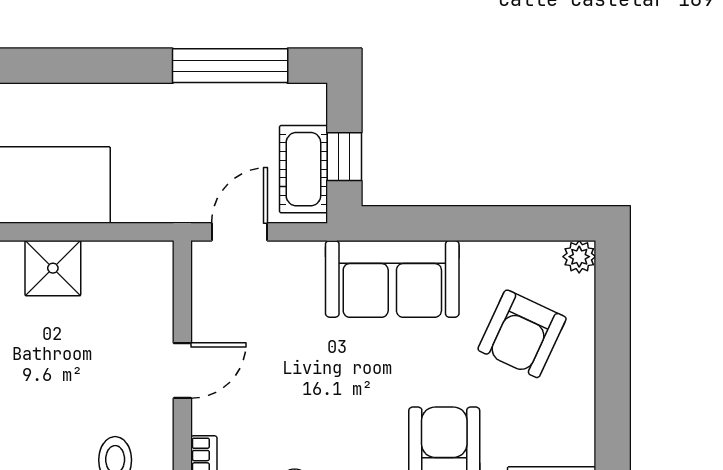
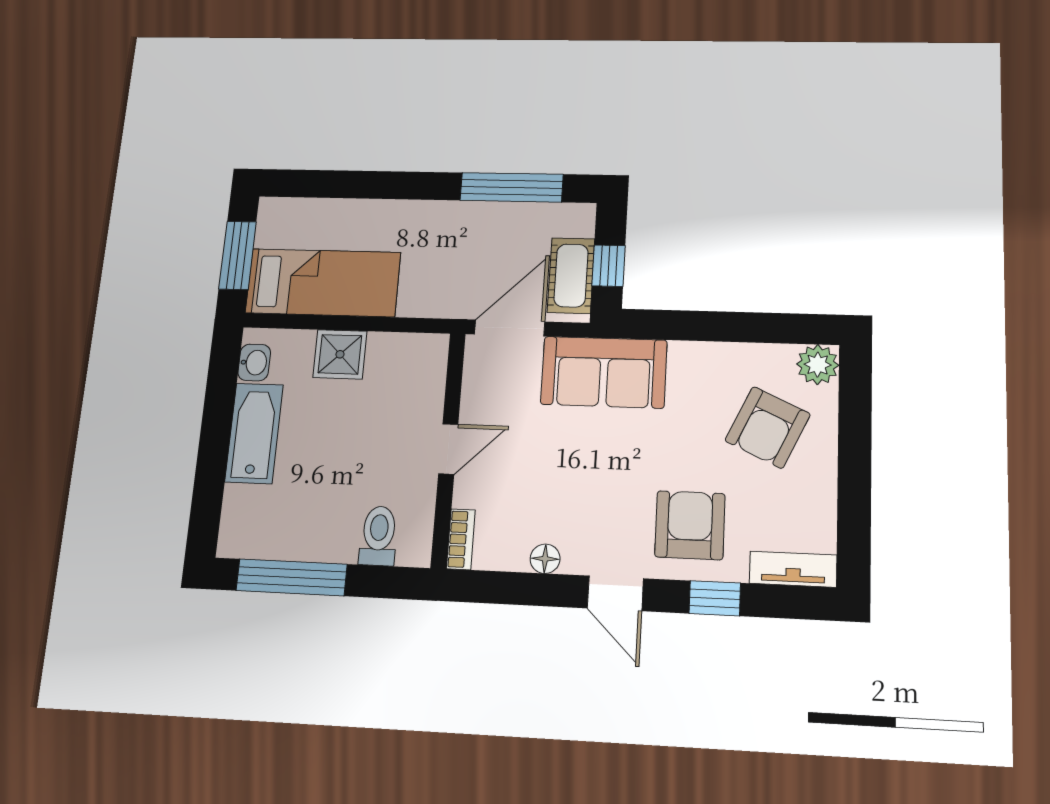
door: (240, 232) -> (510, 328), width x1.38
plant: (579, 257) -> (818, 365), width x1.38, depth x1.38
sofa: (392, 279) -> (604, 372), moved

